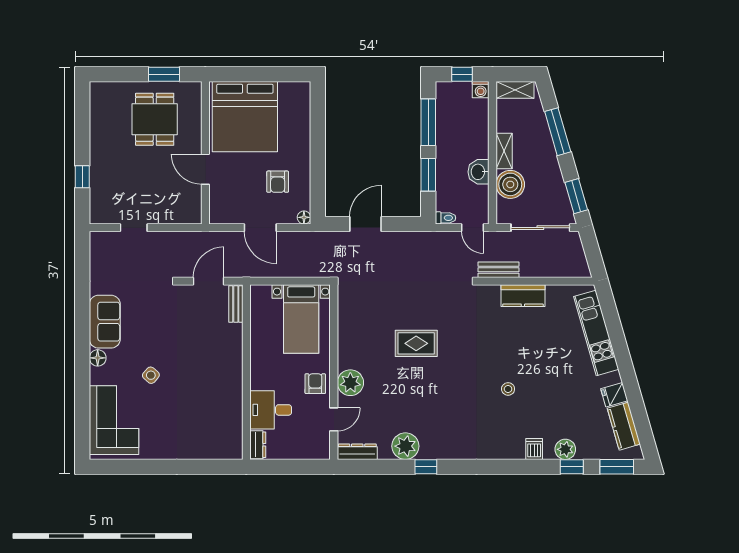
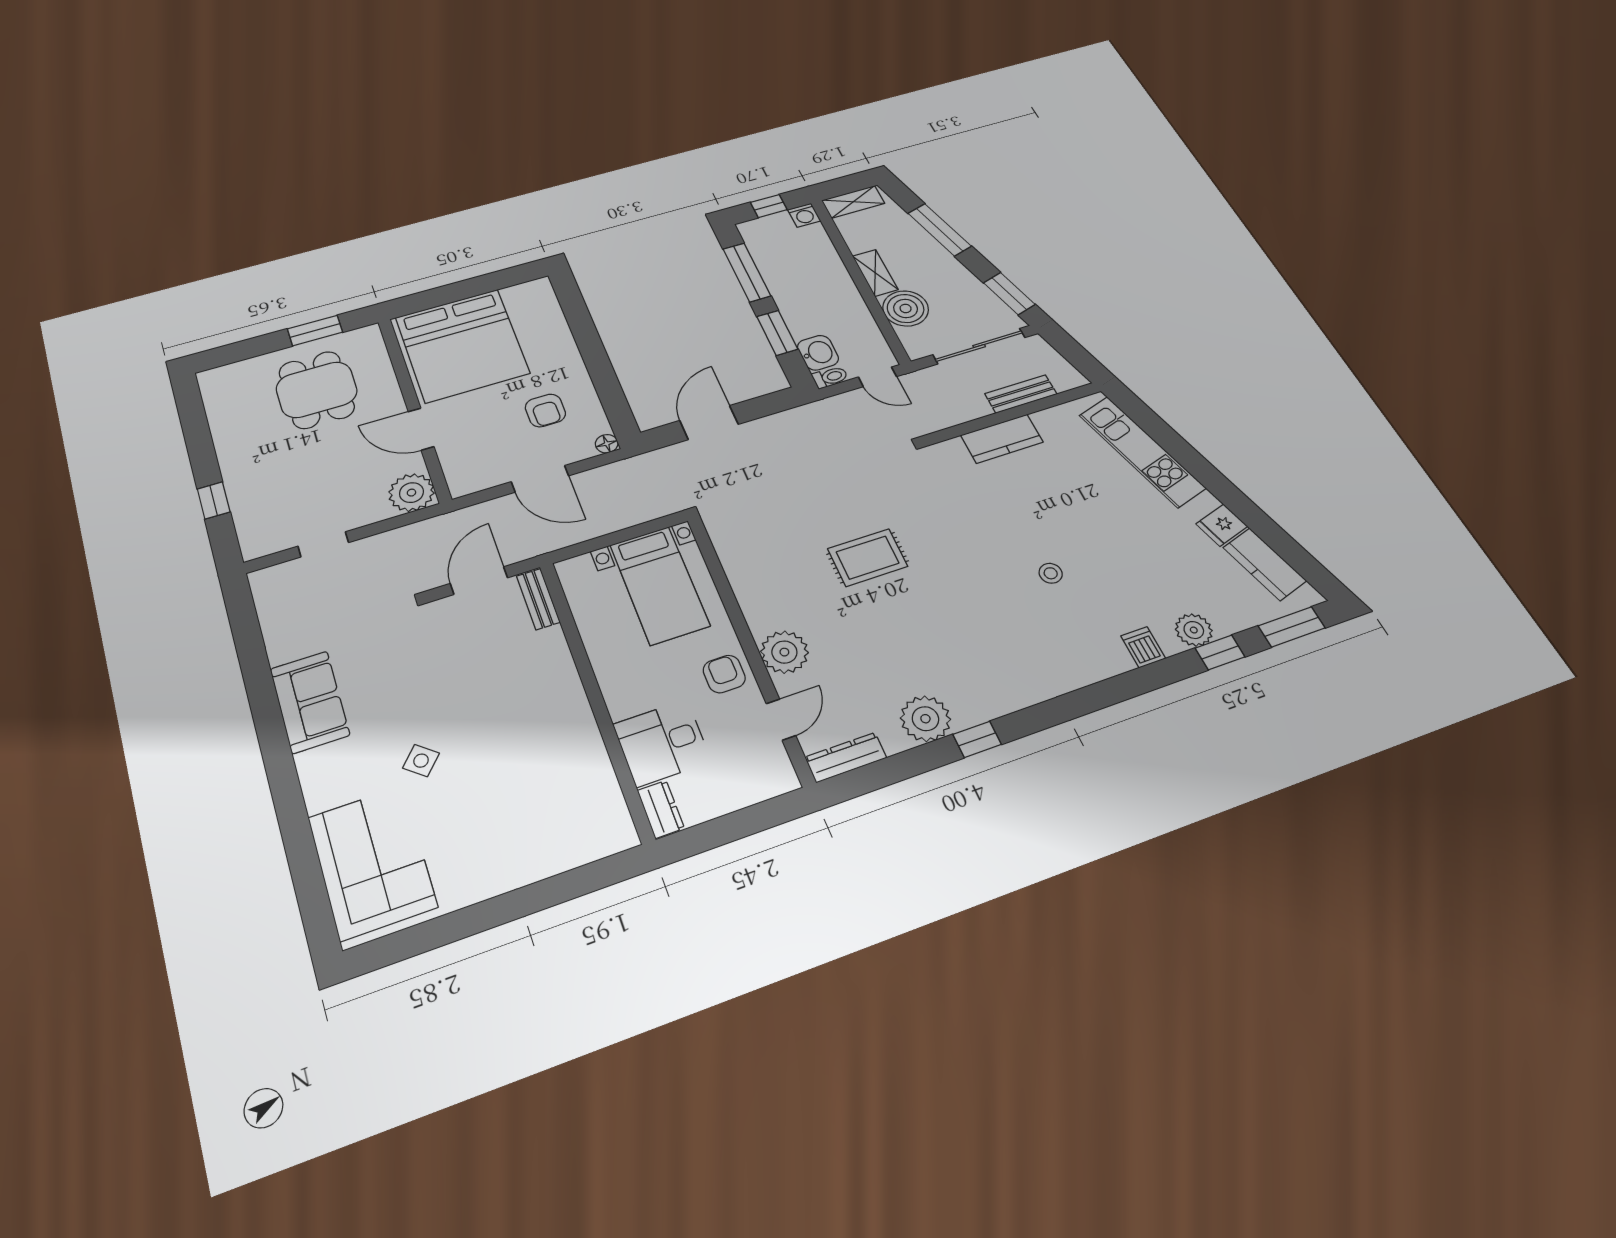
washbasin: (479, 172) -> (818, 353), moved, turned 180
plant: (189, 211) -> (411, 493), added
bench: (498, 270) -> (1021, 394), moved
floor lamp: (98, 358) -> (312, 765), removed

